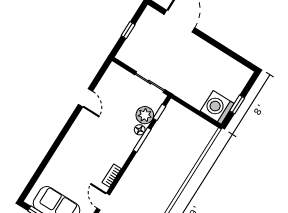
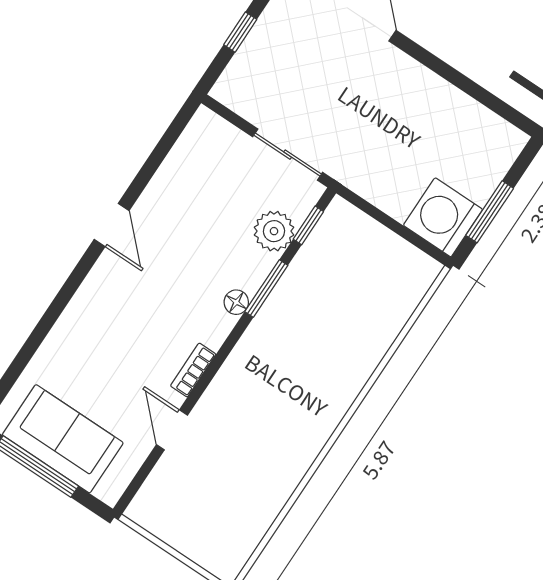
door: (85, 98) -> (112, 225), moved
window: (237, 104) -> (490, 212), width x1.50
floor lamp: (140, 130) -> (236, 302), moved

